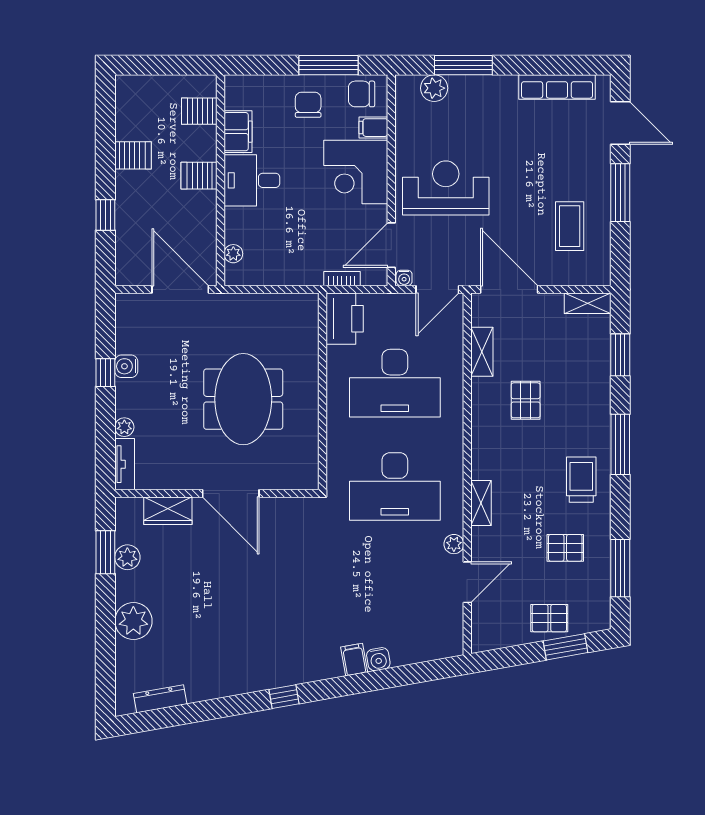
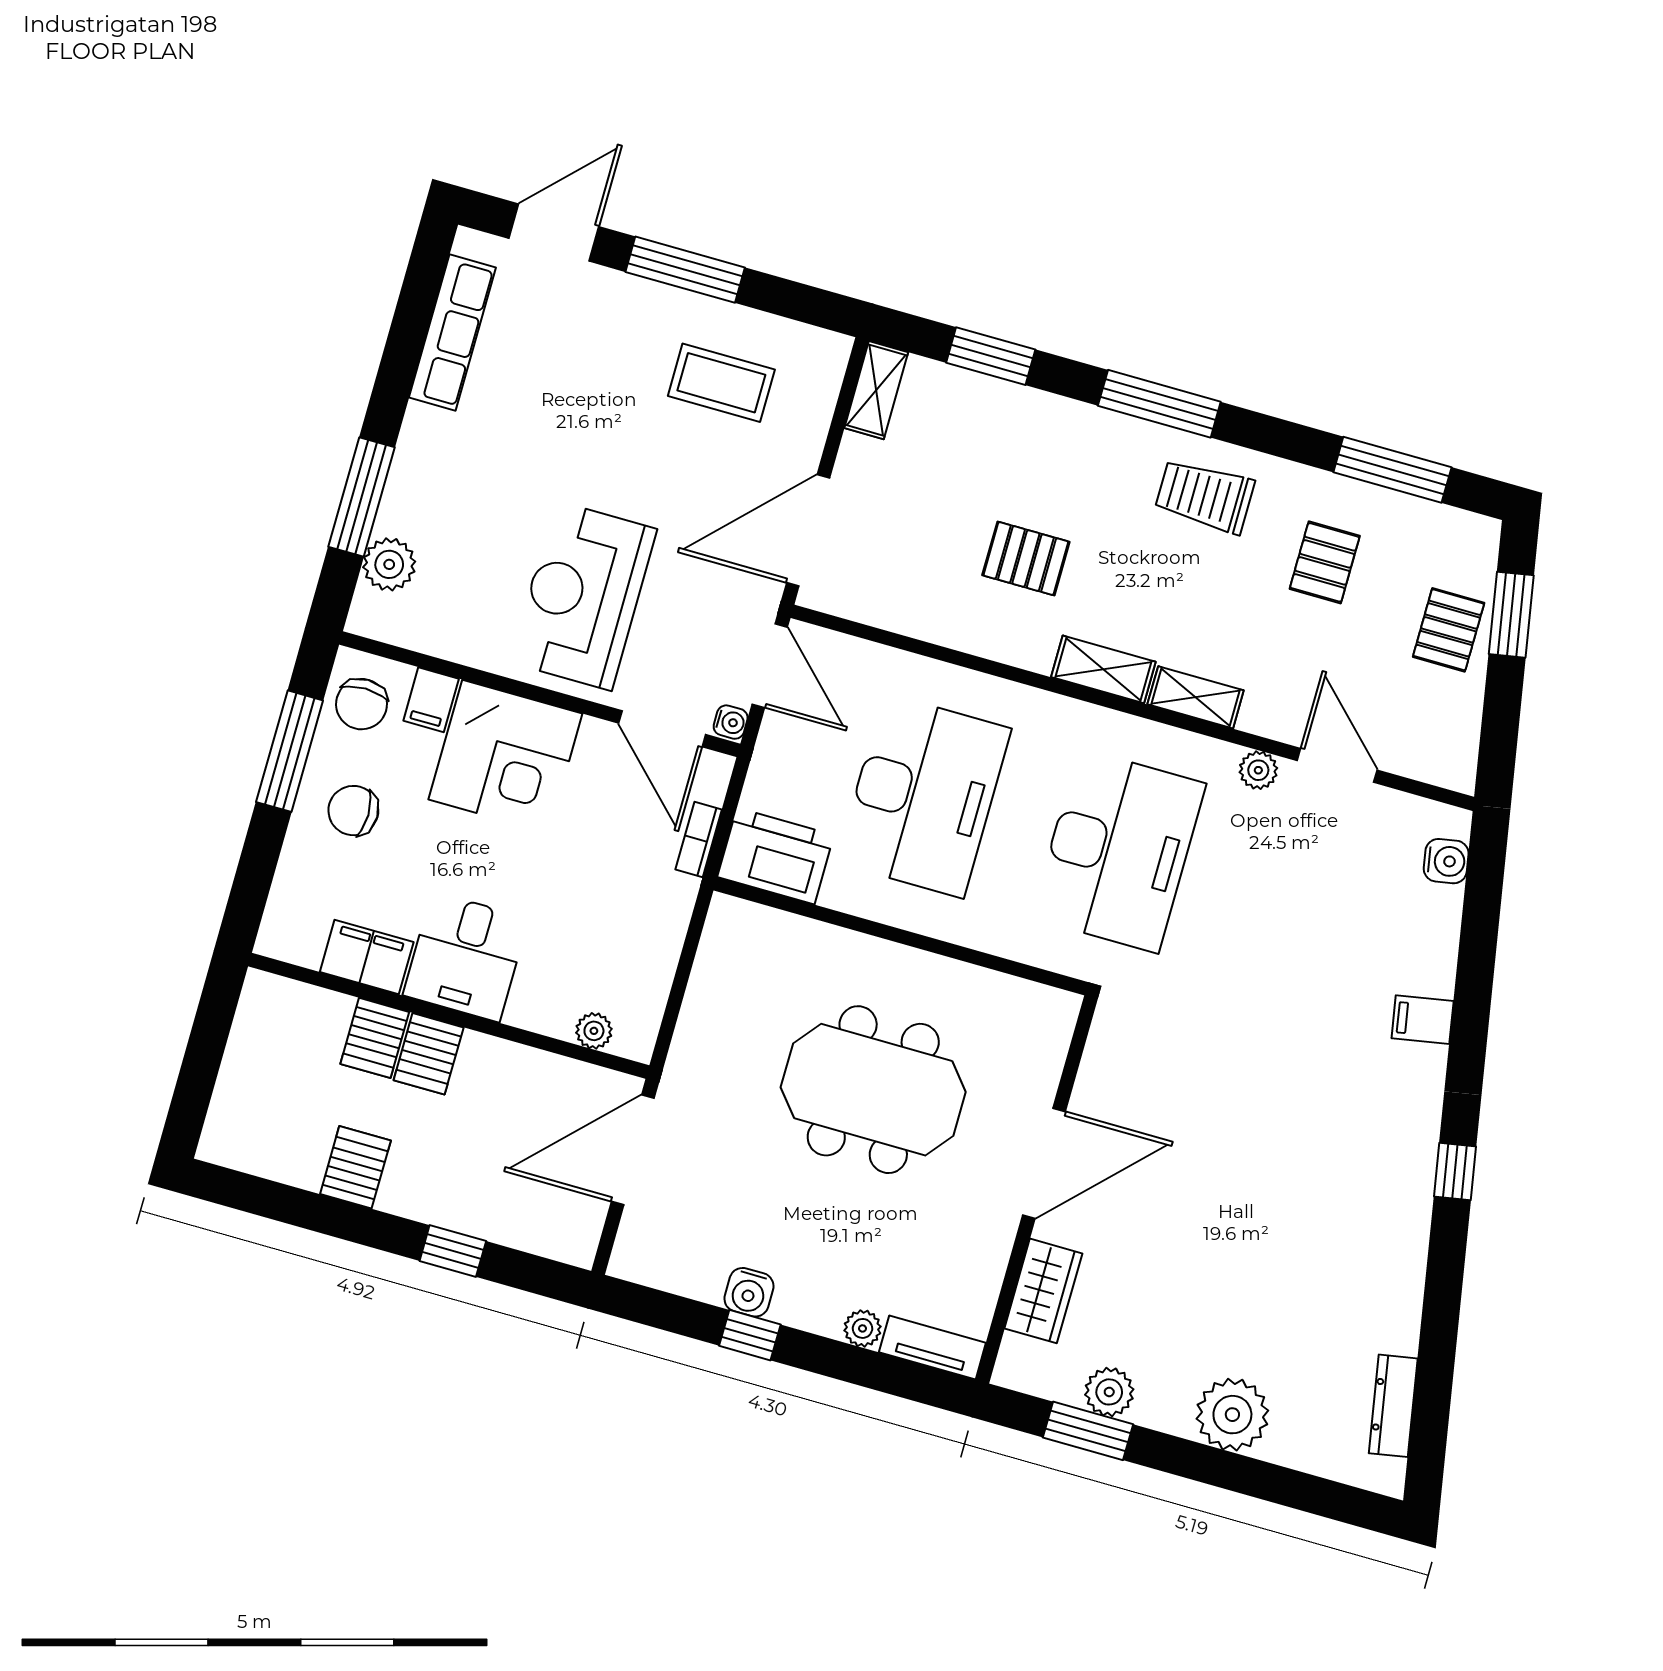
server rack: (199, 111) -> (375, 1038), moved
shelving: (482, 352) -> (1103, 669), moved
water cooler: (378, 659) -> (1446, 861), moved

